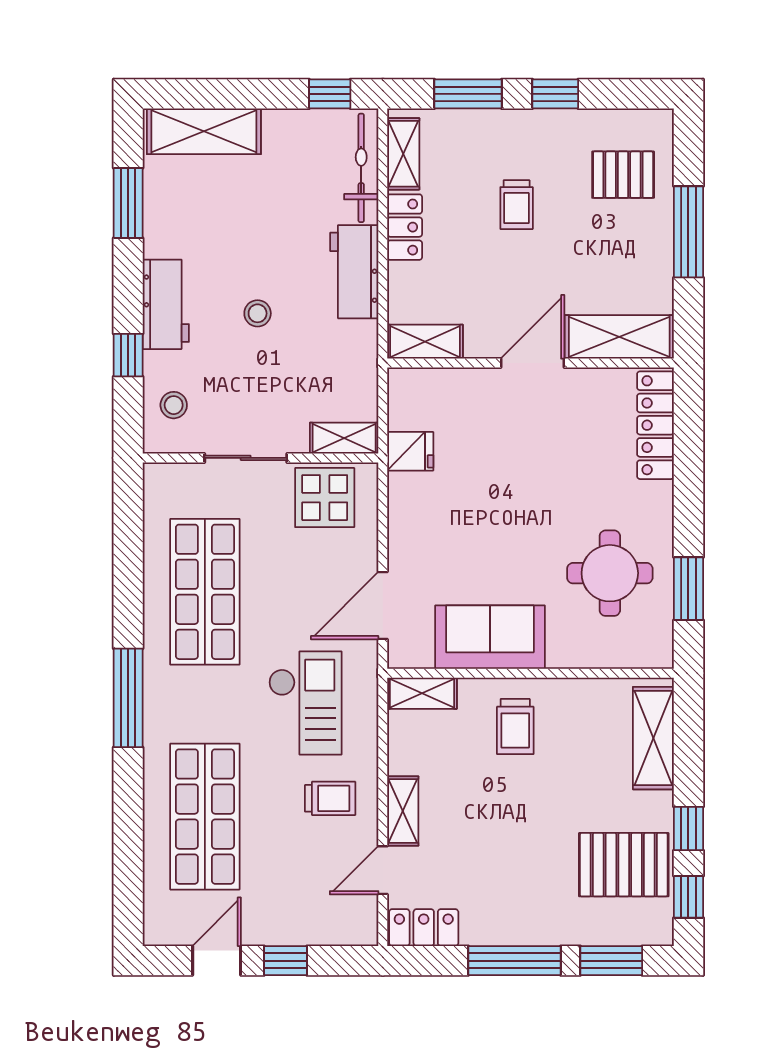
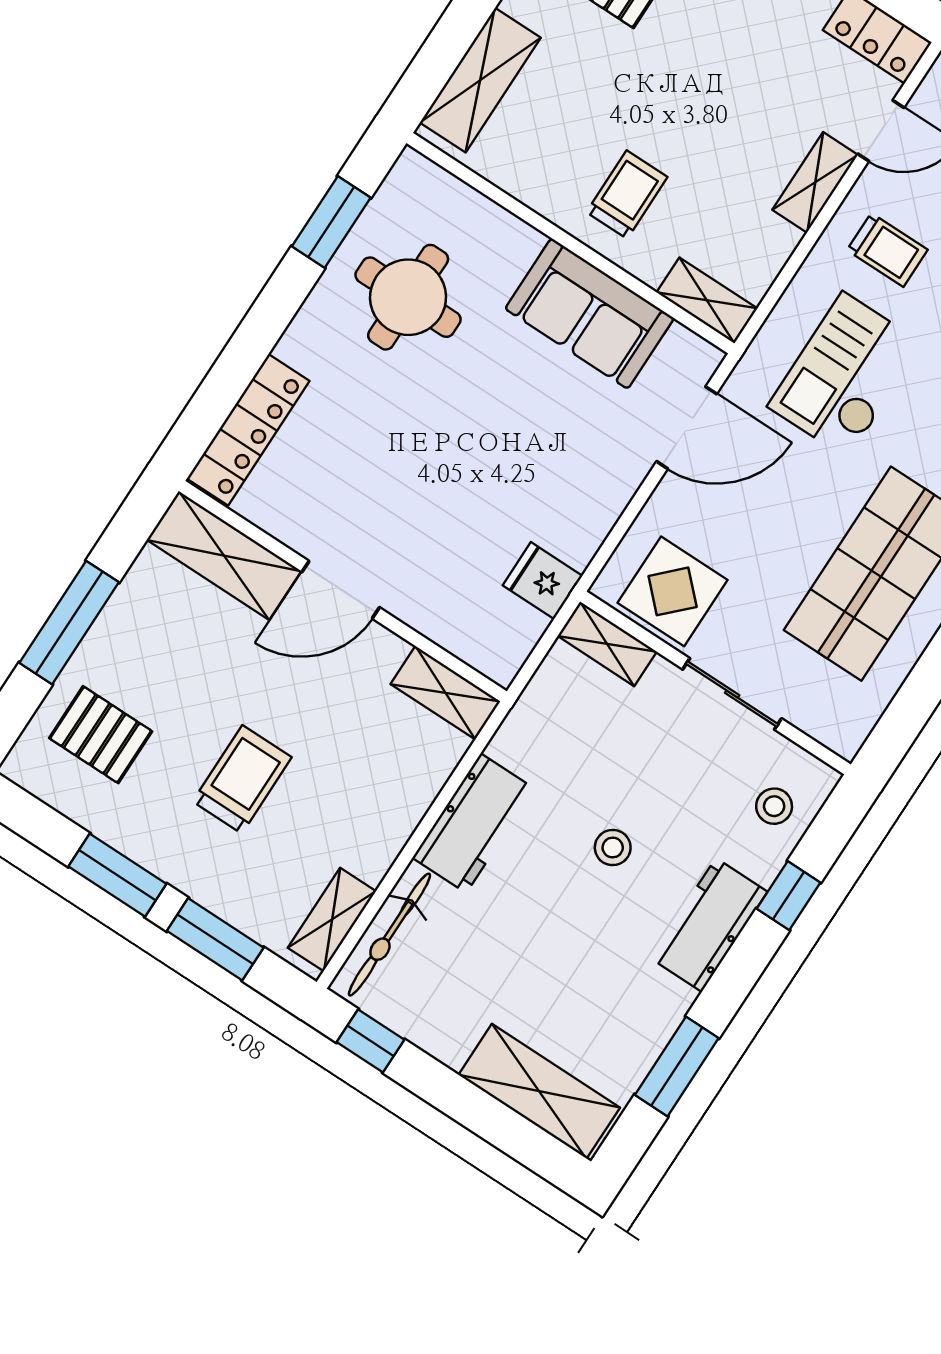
window: (555, 94) -> (117, 875), width x1.50
trolley: (517, 205) -> (242, 779), width x1.36, depth x1.39
locker: (405, 227) -> (384, 836), removed
trolley: (330, 798) -> (887, 250), turned 180

